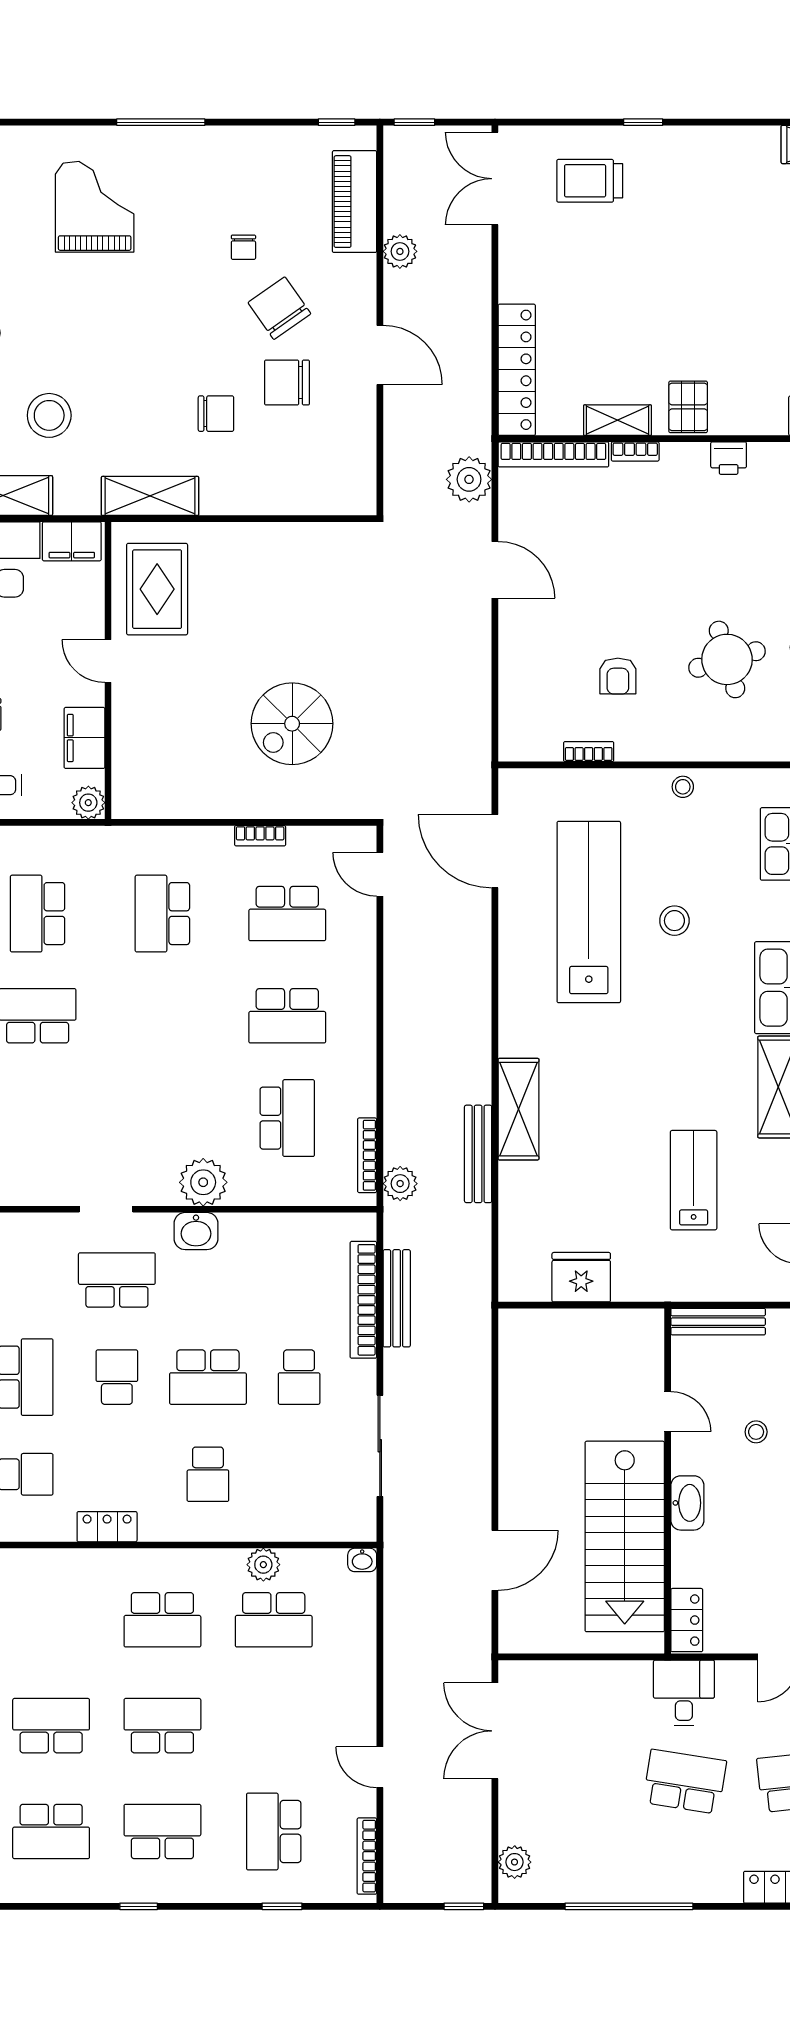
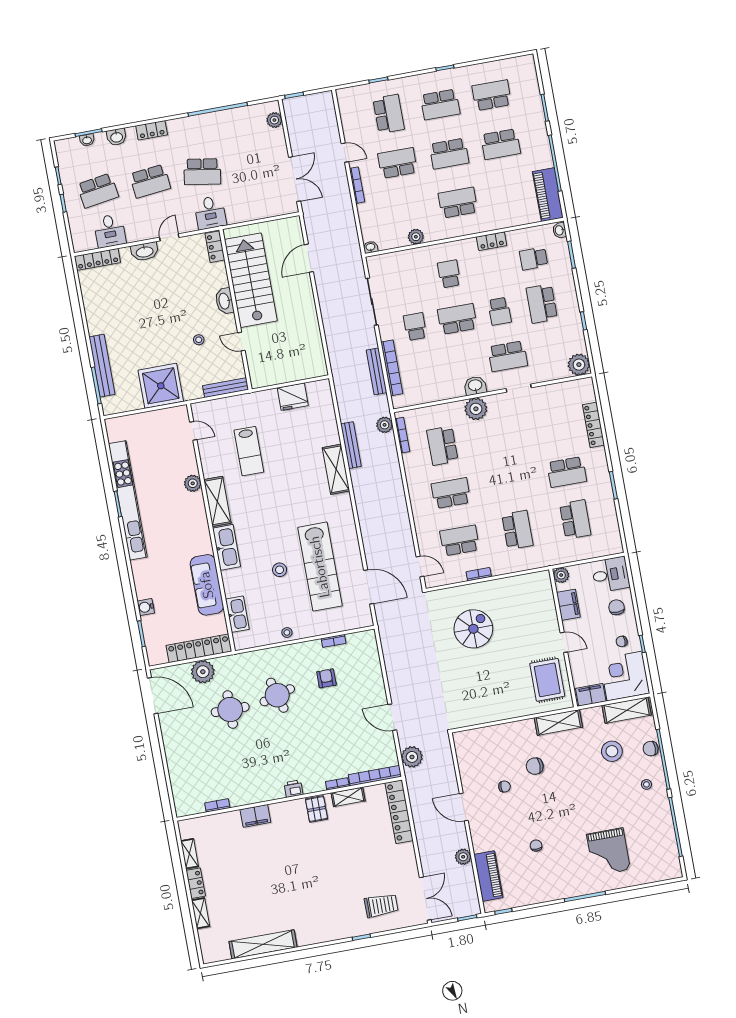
chair: (279, 308) -> (514, 820), removed
chair: (287, 383) -> (504, 787), width x0.54, depth x0.54
school desk: (274, 1620) -> (397, 163), moved
bookcase: (367, 1856) -> (357, 185), moved

